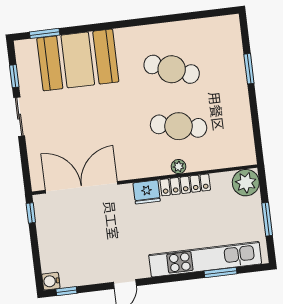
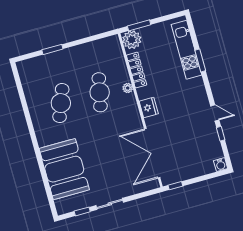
window: (45, 33) -> (49, 195), removed
locker: (185, 185) -> (137, 70), moved
window: (267, 219) -> (139, 25), moved
kitchen unit: (205, 259) -> (186, 50), width x0.73
window: (220, 272) -> (200, 60), moved
window: (66, 291) -> (221, 134), moved

